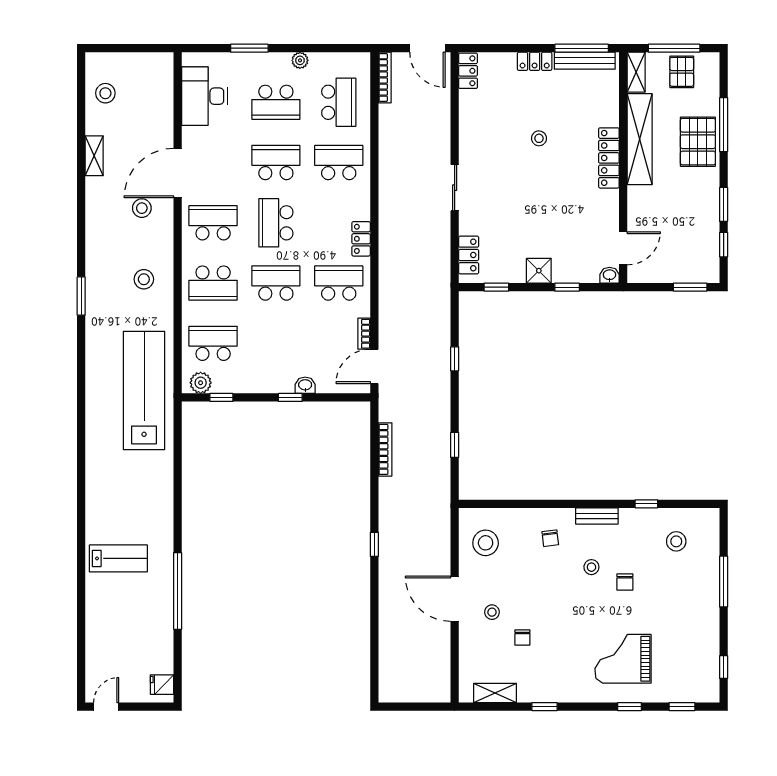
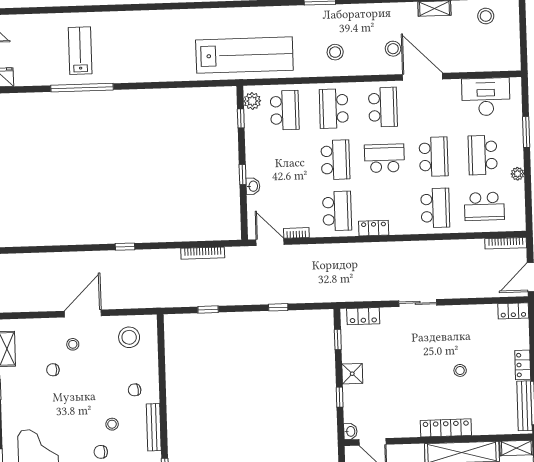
bench: (597, 516) -> (154, 427), width x1.36
lab bench: (118, 558) -> (80, 51), moved, turned 180

